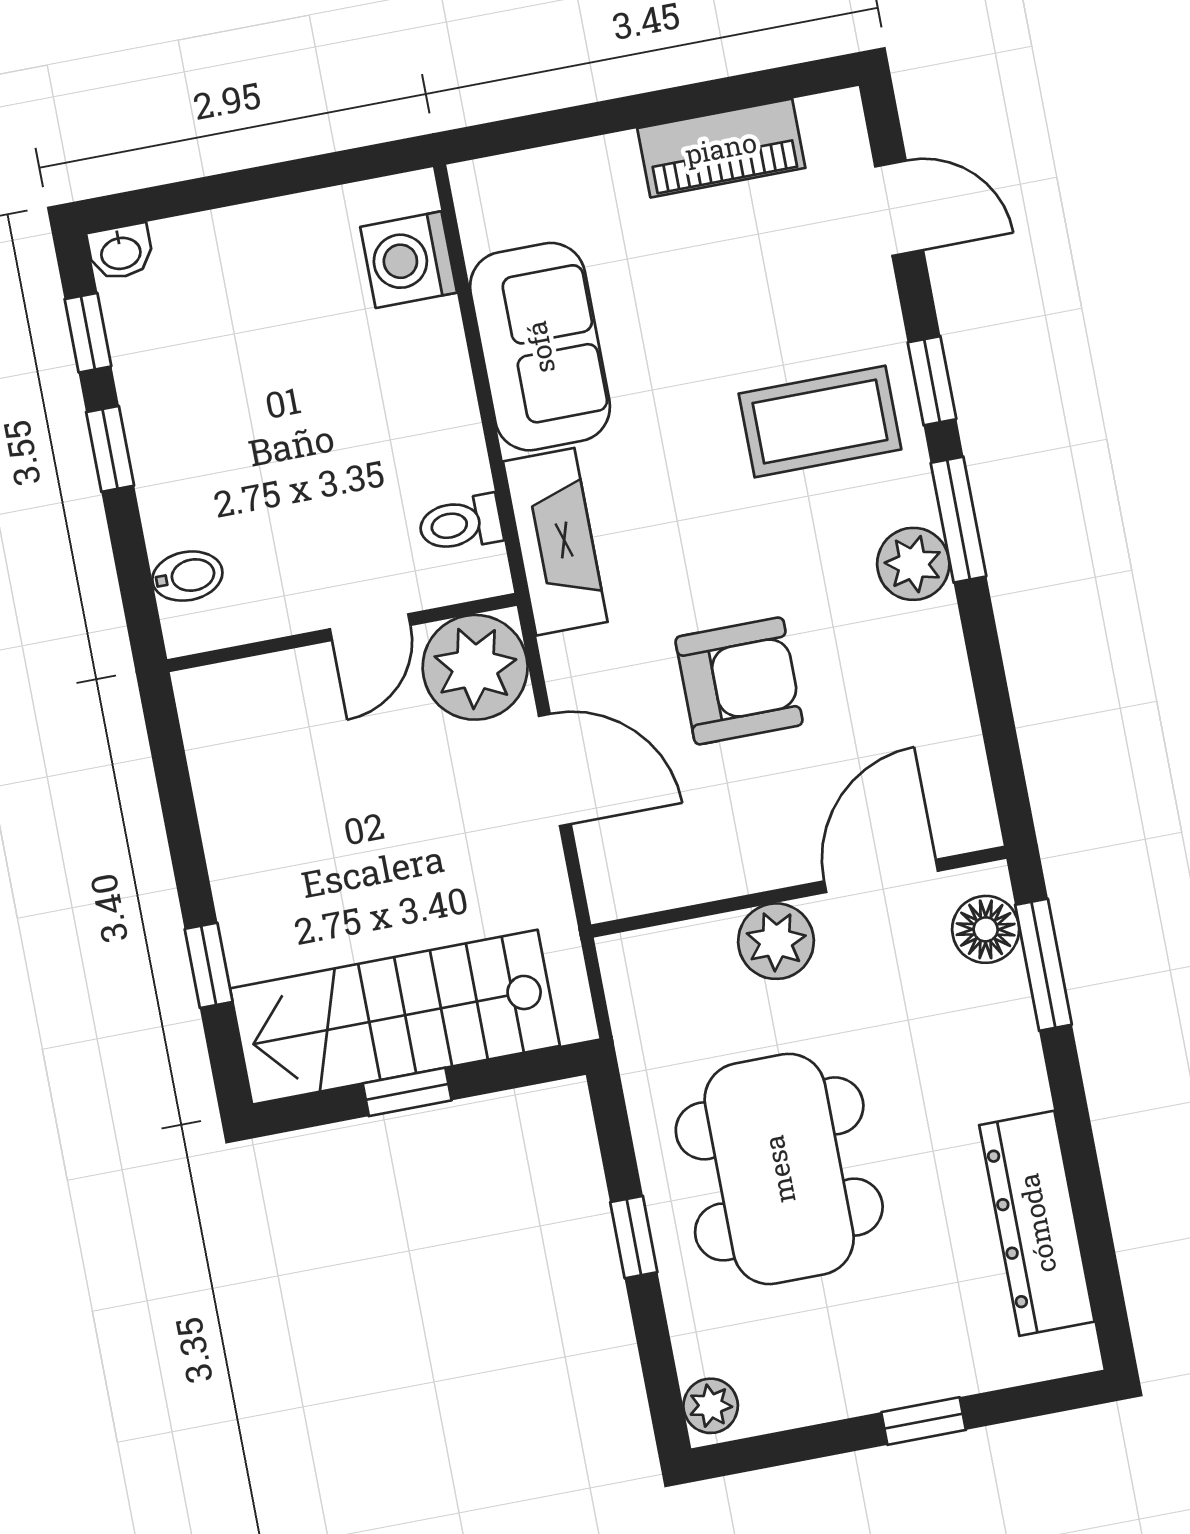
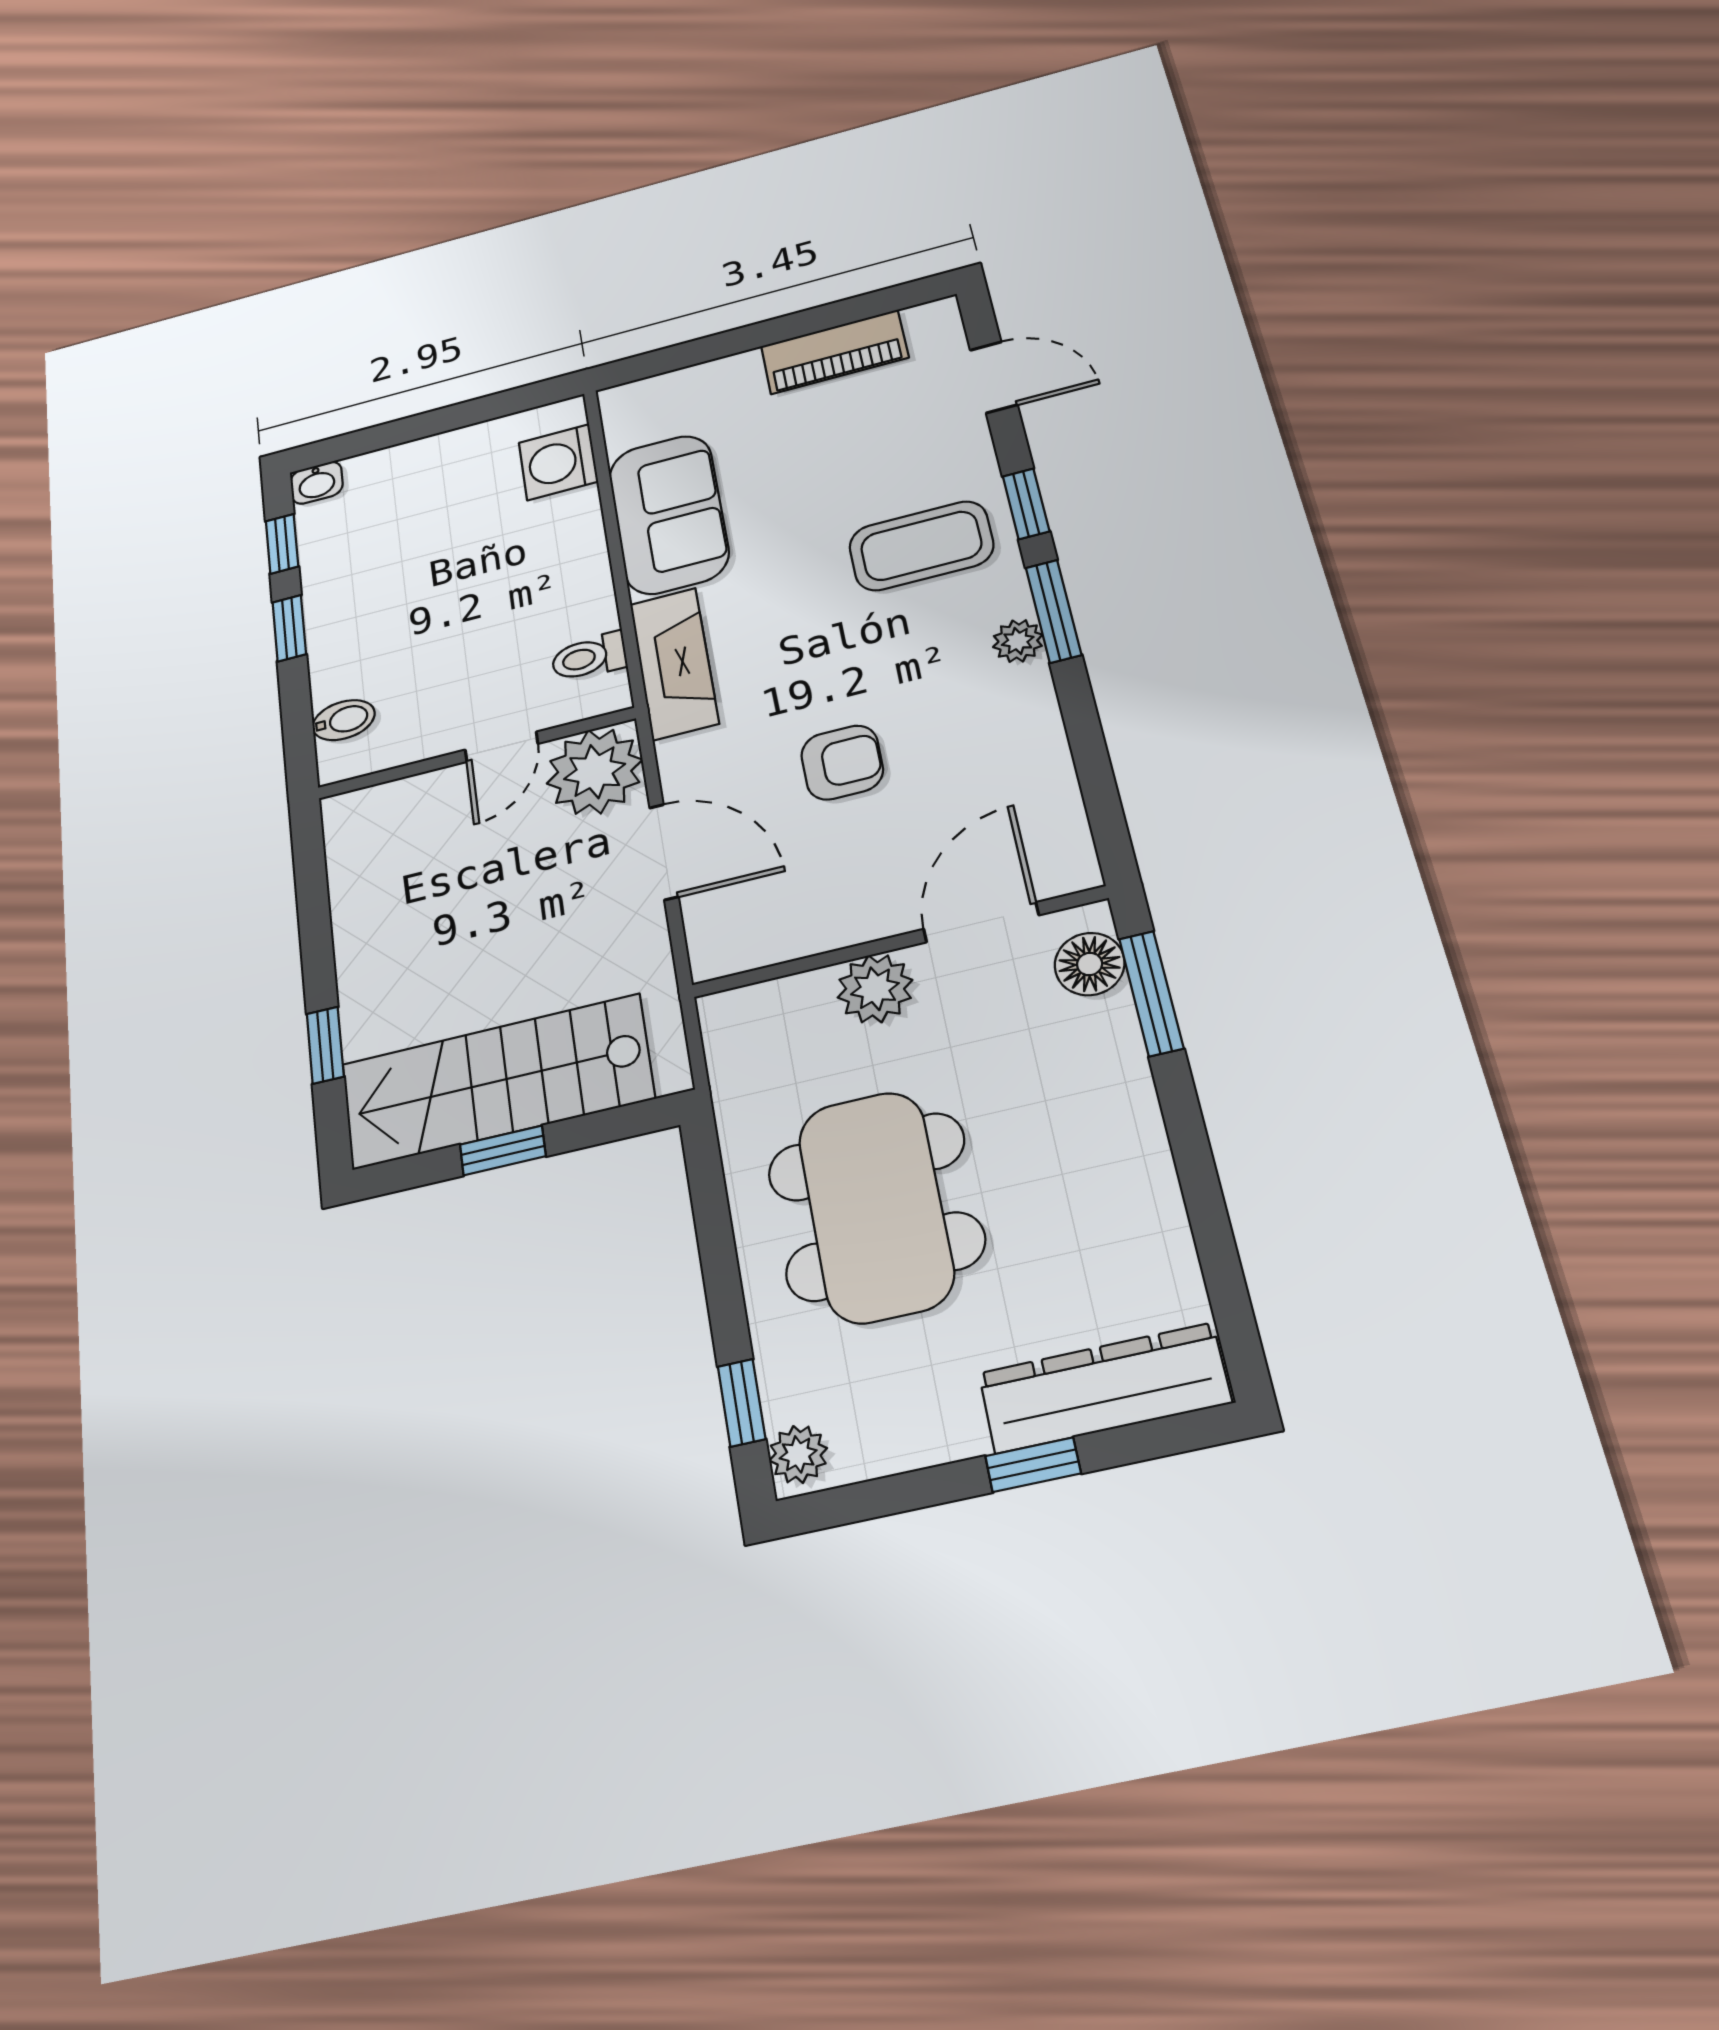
plant: (913, 564) -> (1018, 641), width x0.73, depth x0.73
armchair: (739, 681) -> (842, 762), width x0.72, depth x0.72
dresser: (1037, 1223) -> (1104, 1388), moved, turned 90
window: (634, 1237) -> (742, 1403), moved

